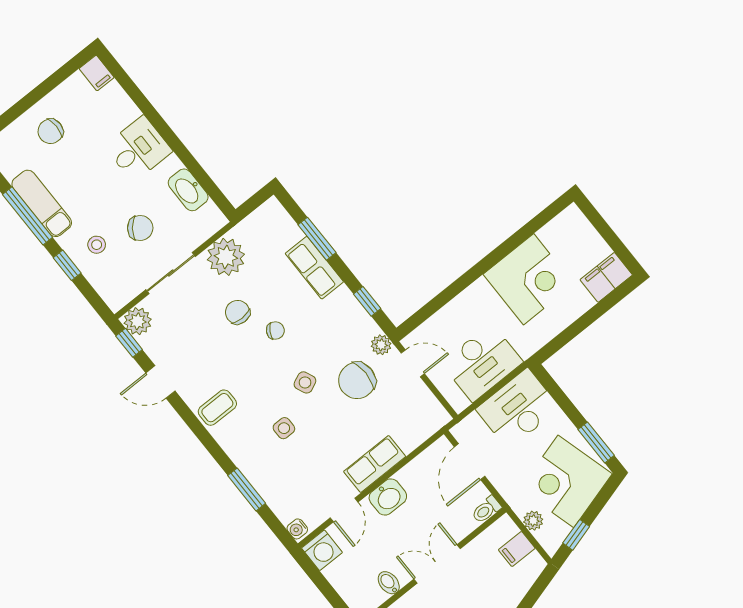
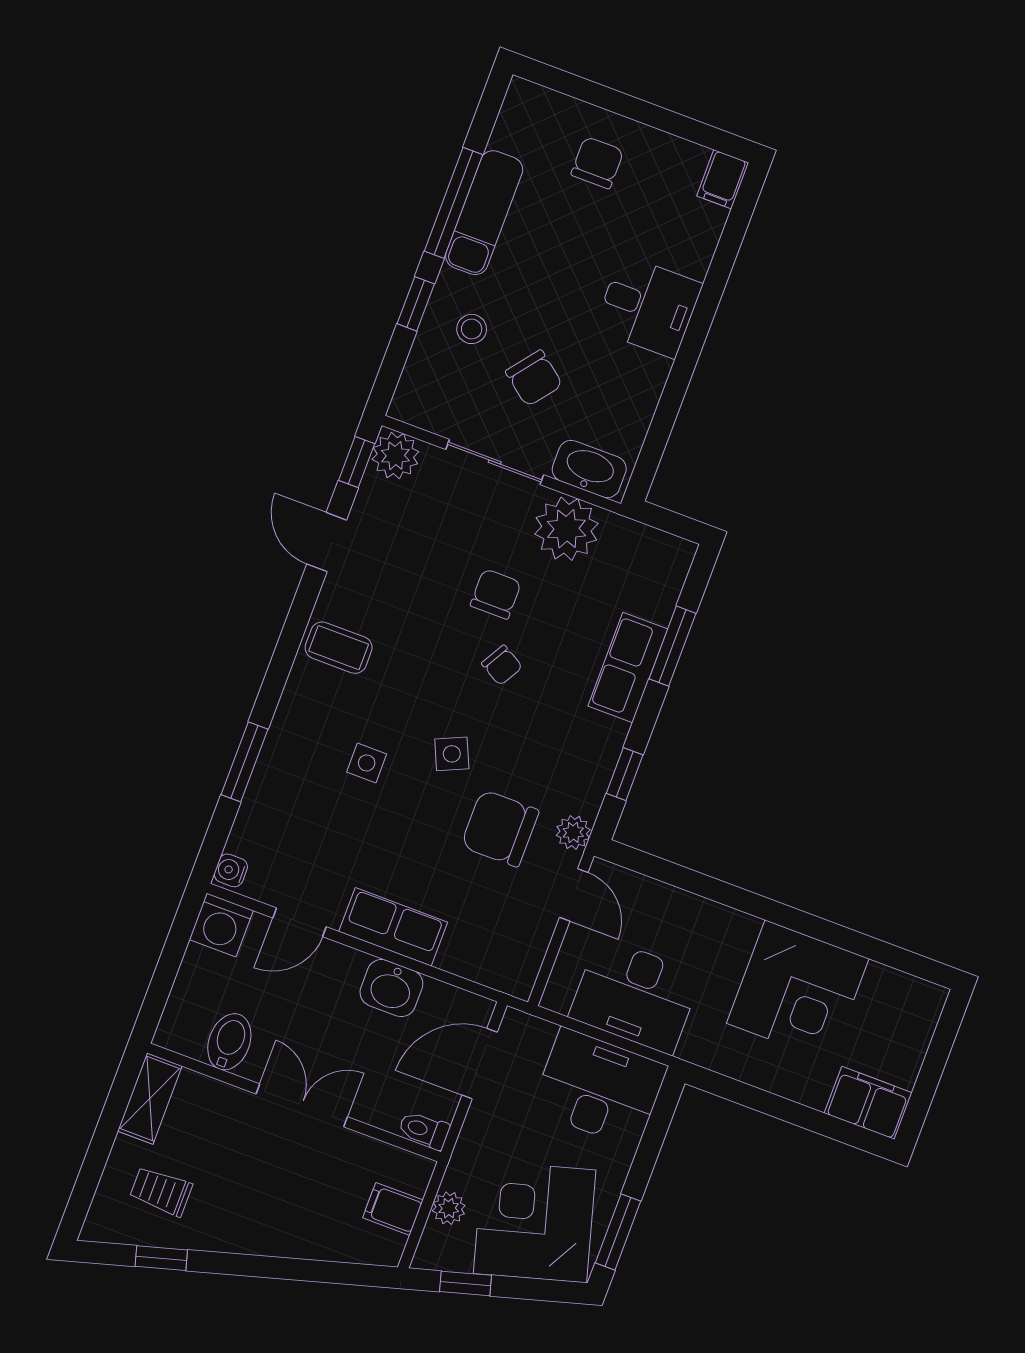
chair: (51, 131) -> (597, 163), turned 90
washbasin: (188, 190) -> (589, 469), moved, turned 90
washbasin: (388, 497) -> (391, 988), moved
bidet: (389, 583) -> (229, 1042), width x1.38, depth x1.36

